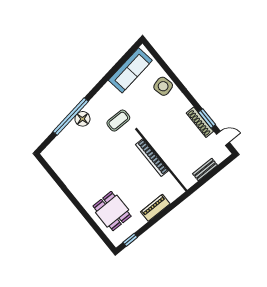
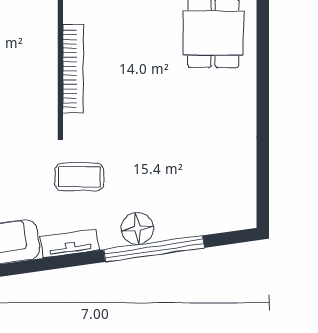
tv unit: (102, 94) -> (70, 243), added

